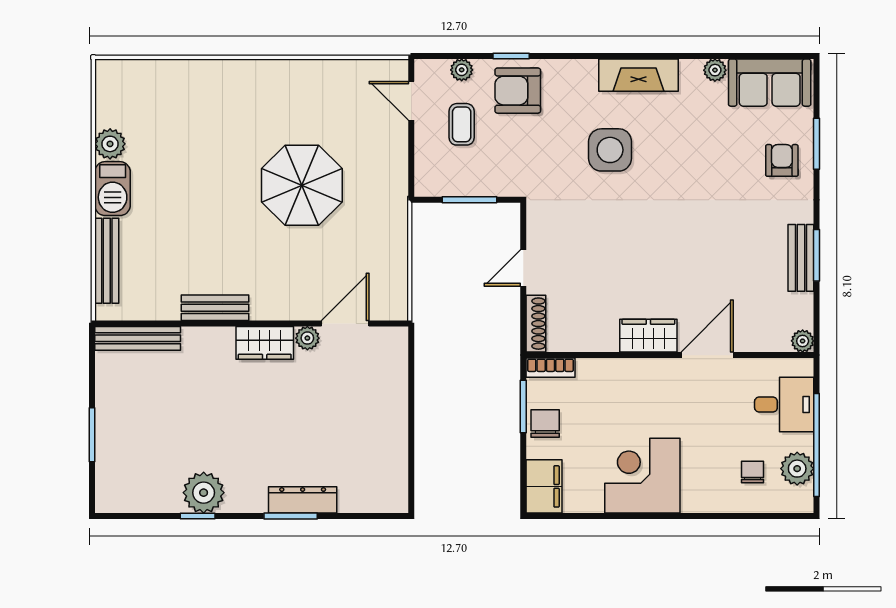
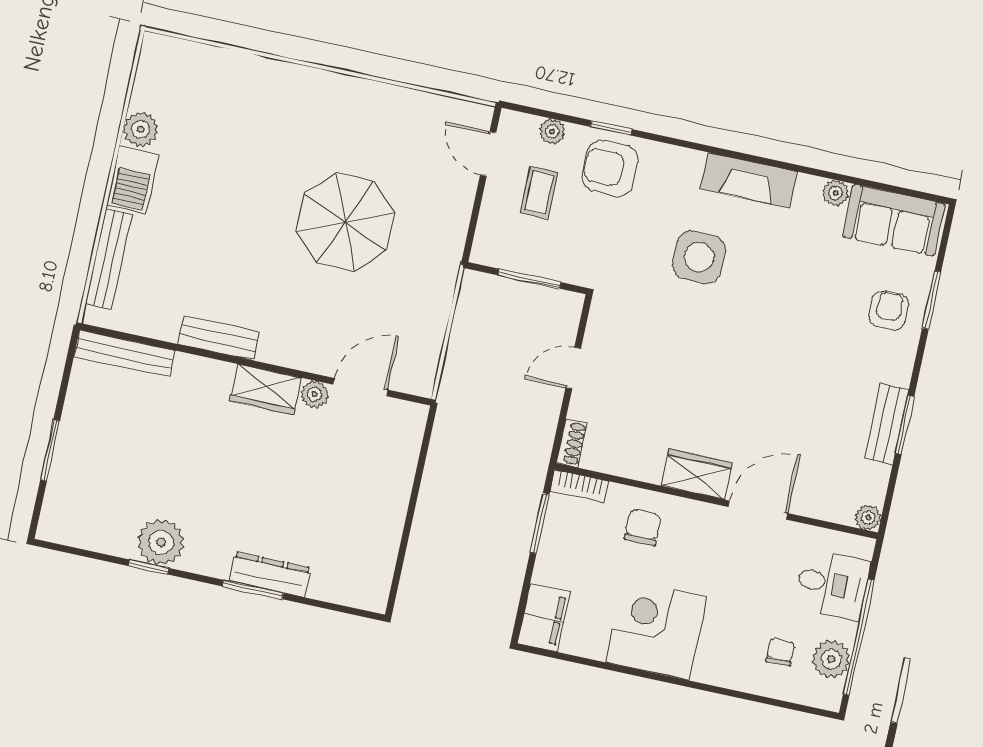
shoe rack: (536, 324) -> (572, 443), width x0.70
chair: (545, 424) -> (643, 527), moved

